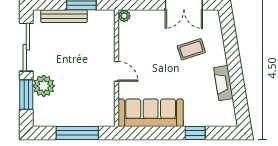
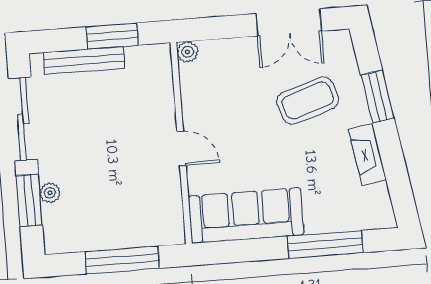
coffee table: (191, 49) -> (308, 101), width x1.36, depth x1.30
window: (232, 50) -> (377, 97), added
plant: (44, 86) -> (50, 193), width x0.53, depth x0.53
window: (195, 133) -> (325, 244), width x2.17

